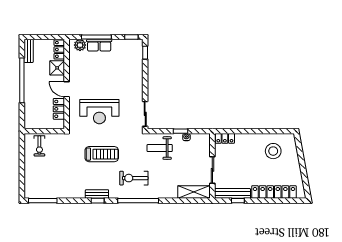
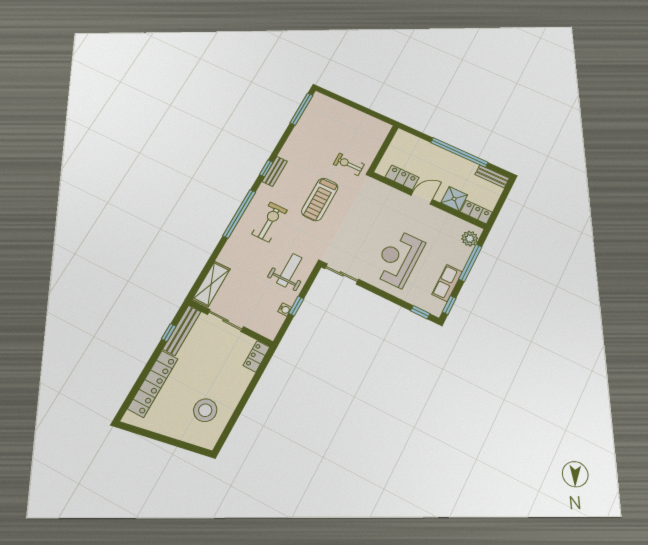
row of seats: (99, 45) -> (447, 283), moved
reception desk: (99, 112) -> (399, 258), moved
exercise bike: (39, 146) -> (349, 164), moved

